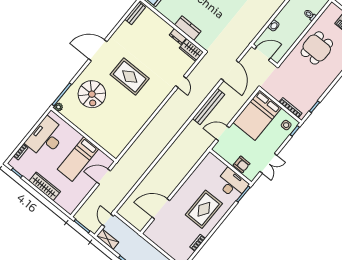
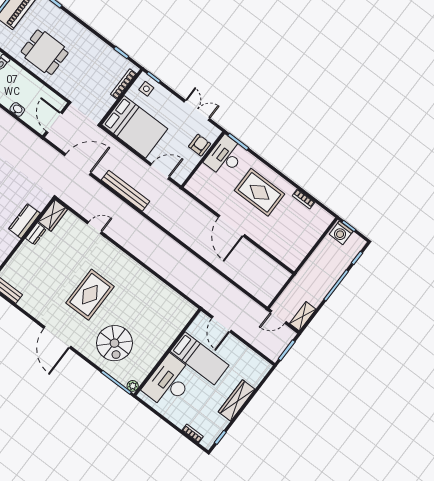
spiral stairs: (92, 94) -> (115, 343), turned 90
door: (223, 133) -> (160, 171), swing flipped
desk: (46, 137) -> (169, 382), moved, turned 90
door: (161, 209) -> (231, 226), moved

